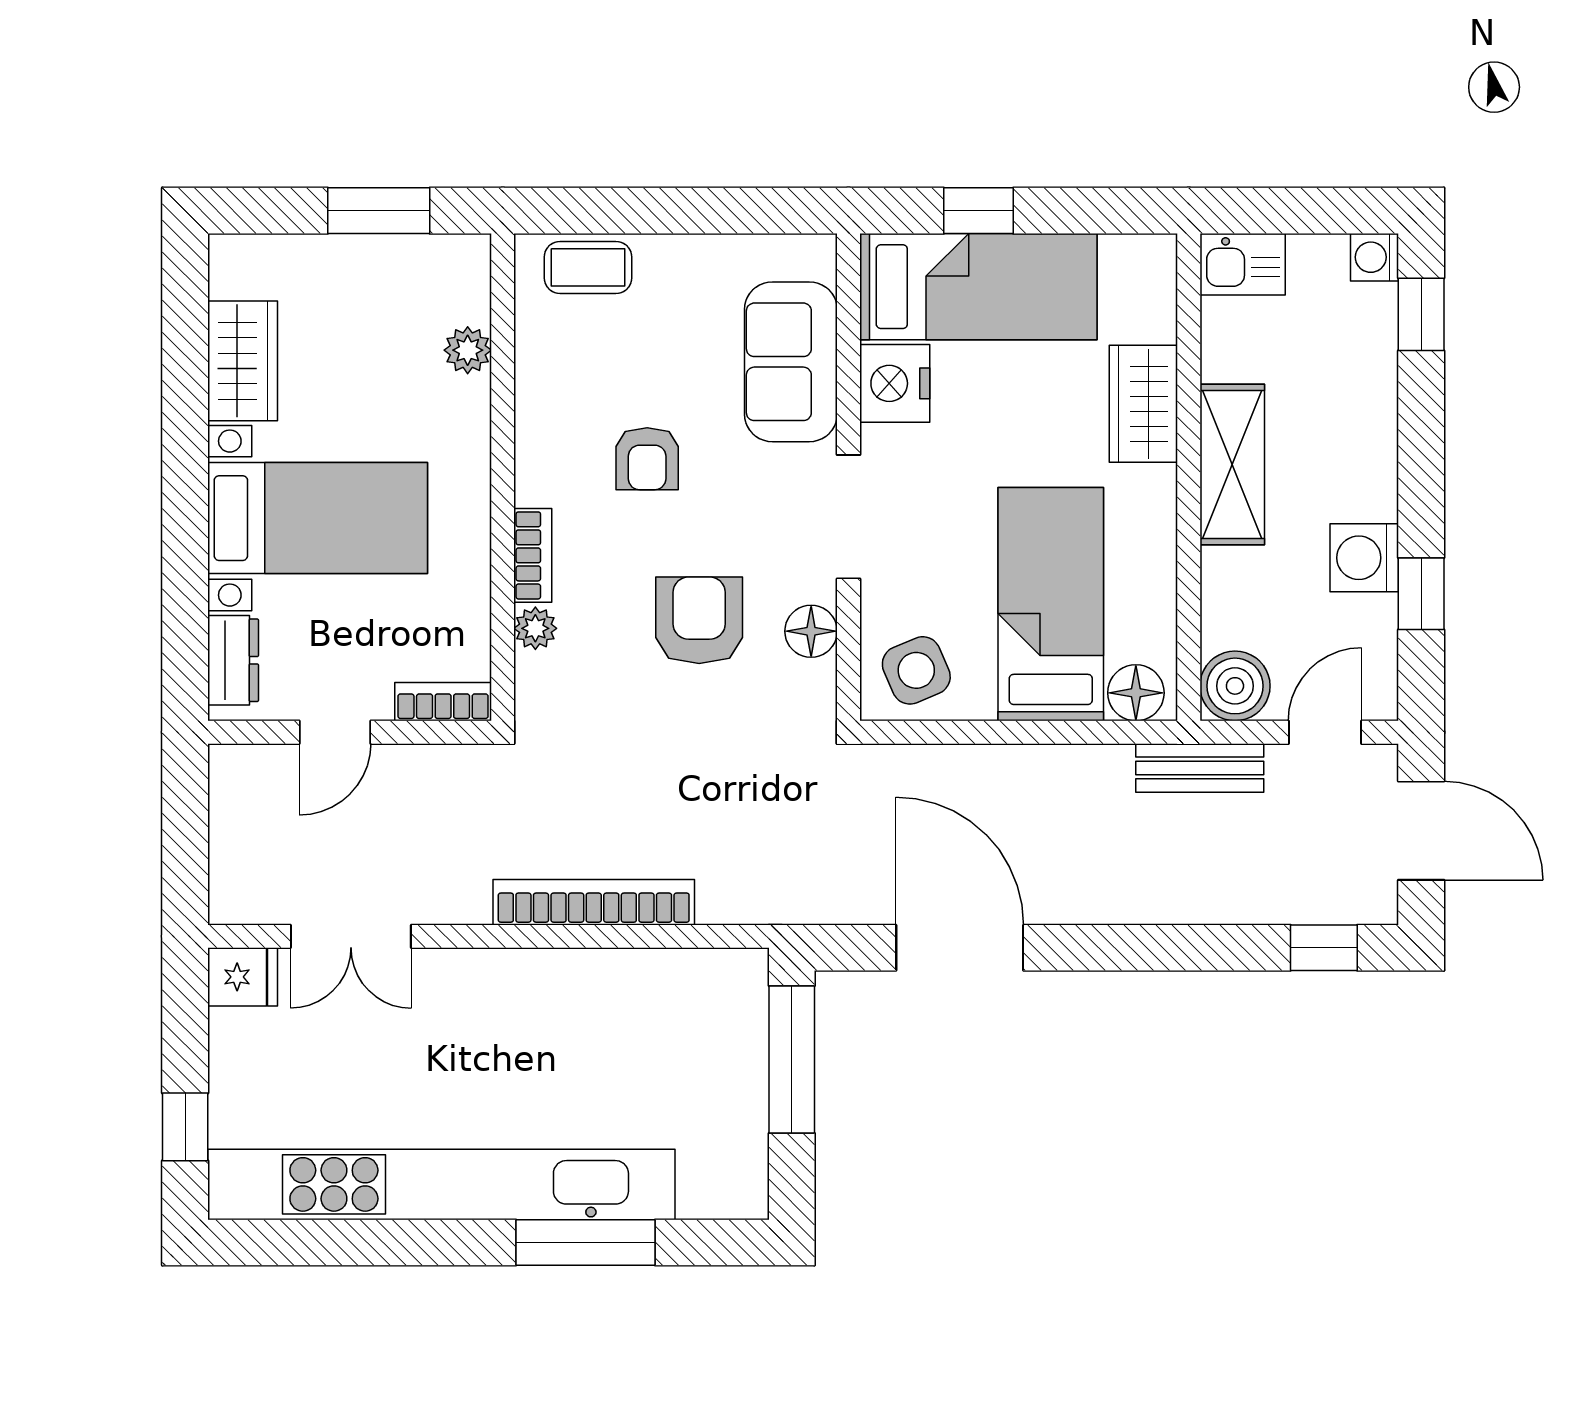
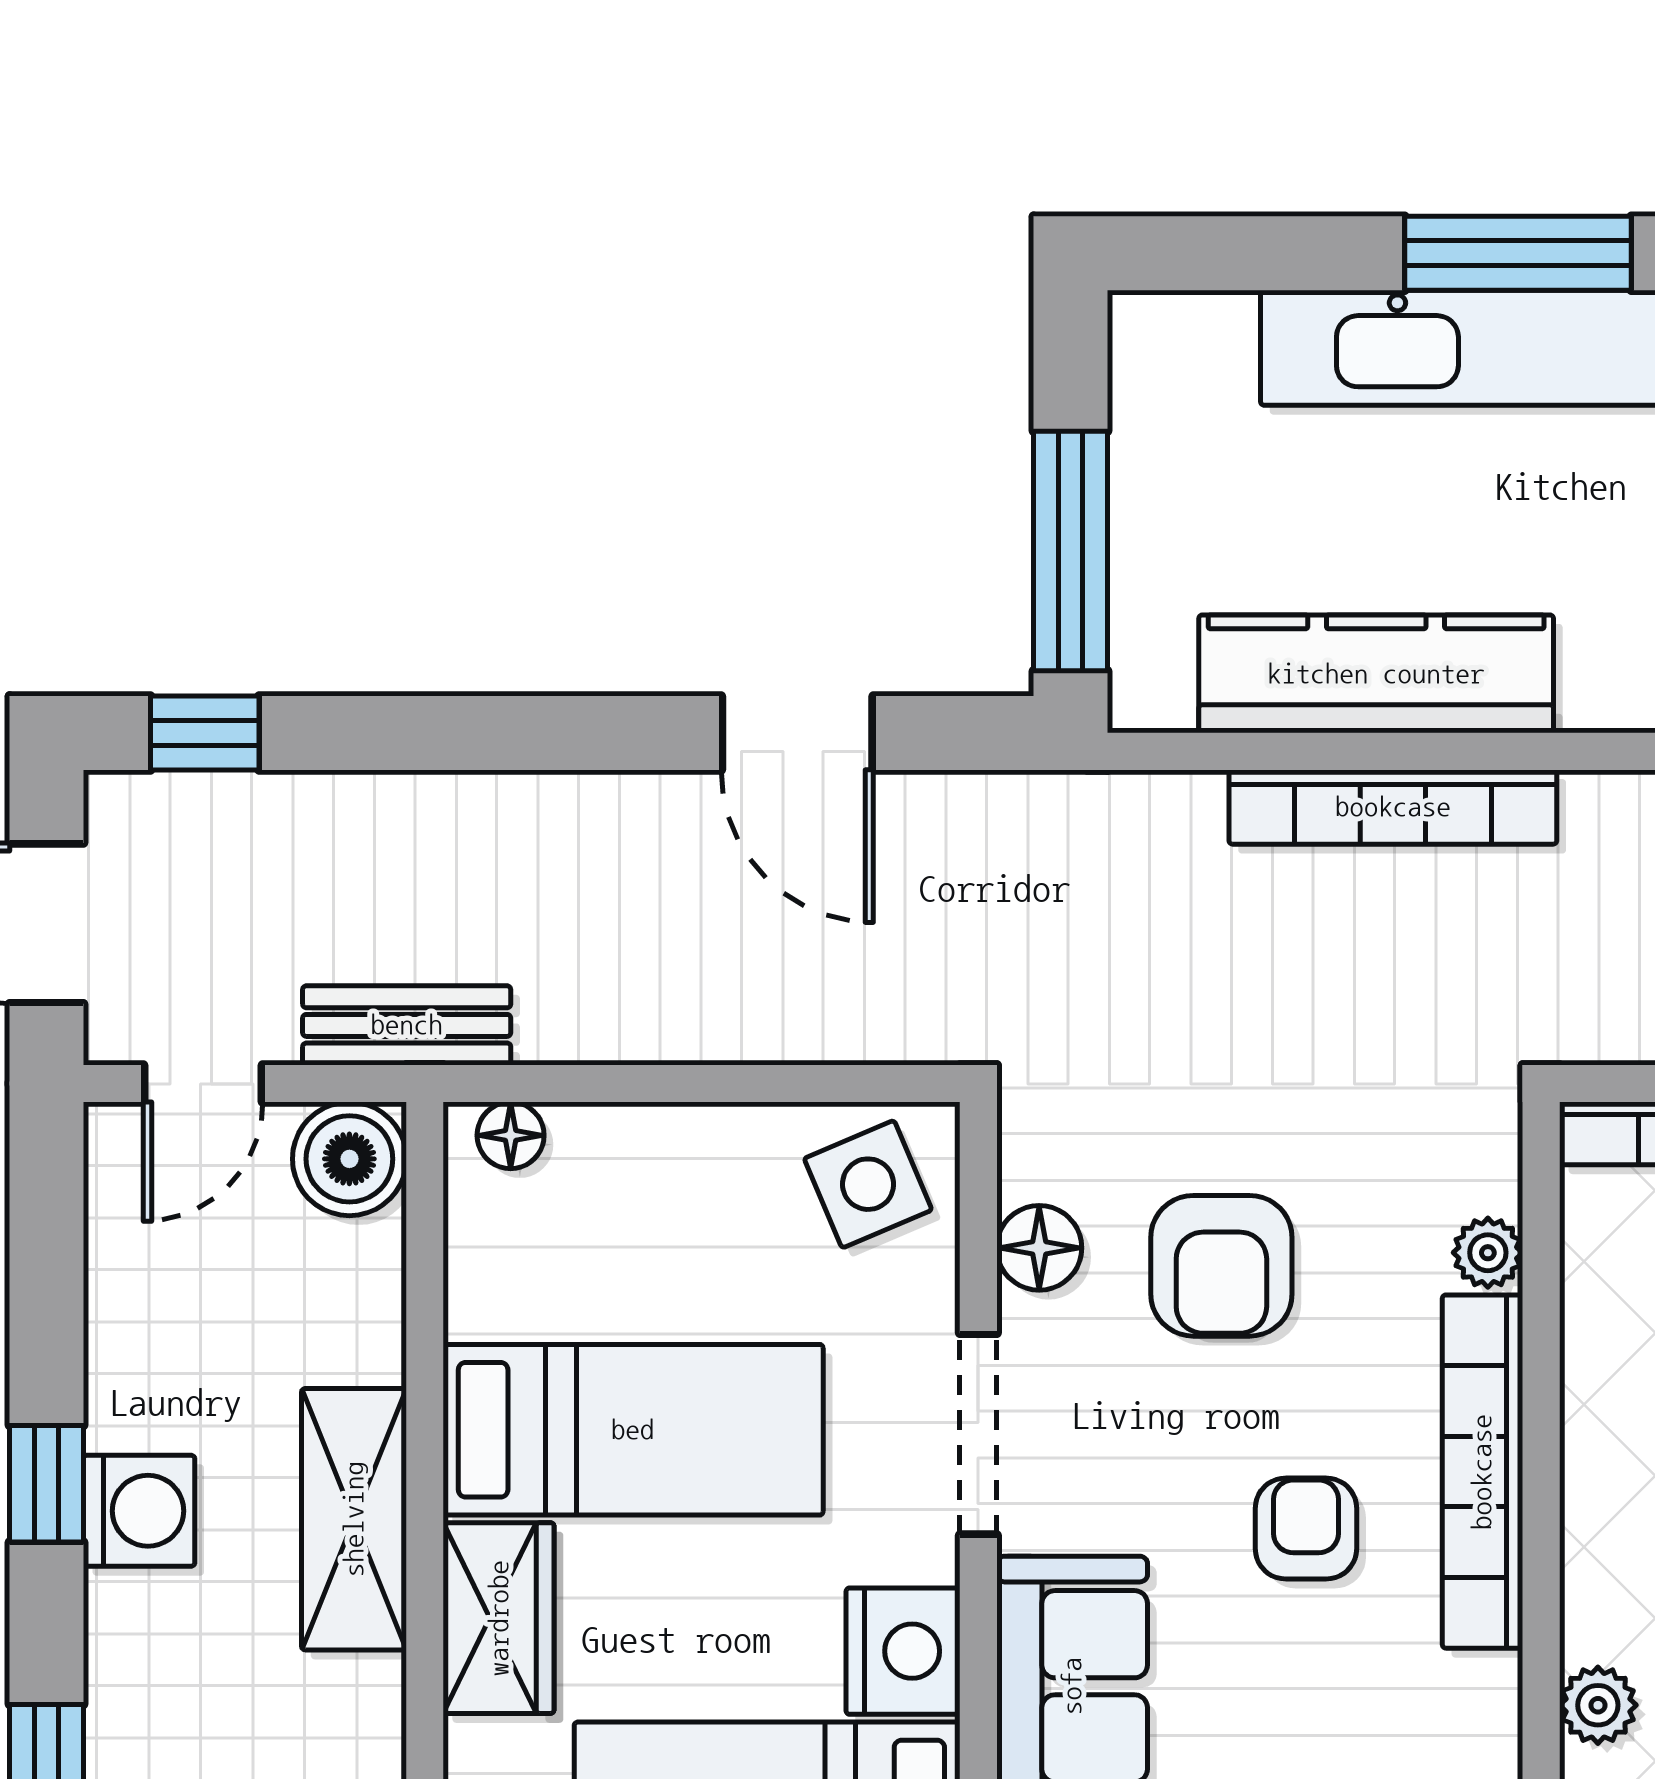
bookcase: (533, 555) -> (1482, 1472), width x2.31, depth x1.31
washing machine: (1364, 558) -> (139, 1511), moved
window: (1421, 594) -> (47, 1484), moved
bed: (1051, 604) -> (633, 1430), moved, turned -90
floor lamp: (1136, 693) -> (511, 1135), width x0.73, depth x0.73
door: (960, 948) -> (797, 733), width x0.73
kitchen counter: (604, 984) -> (1376, 674), added
window: (586, 1243) -> (1518, 253), moved

